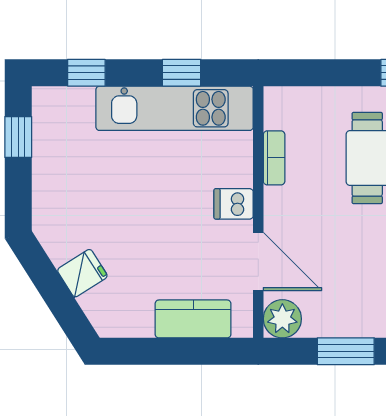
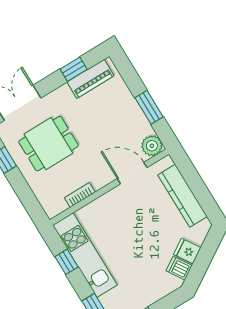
dishwasher: (234, 204) -> (179, 268), moved, turned 148
door: (258, 262) -> (132, 173), hinge flipped
kitchen counter: (193, 319) -> (182, 196), width x1.50

